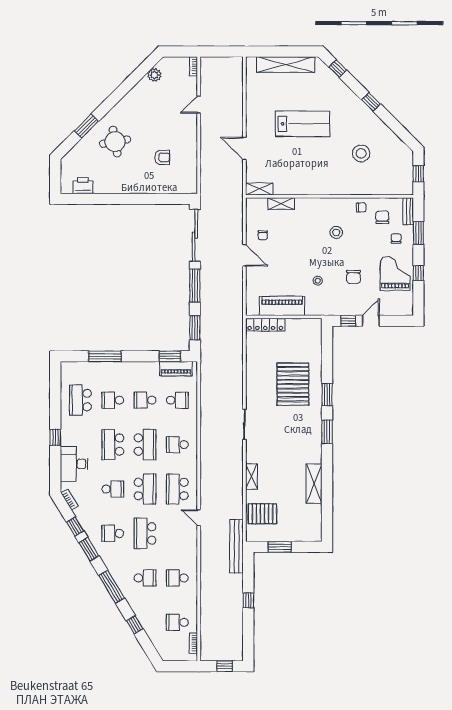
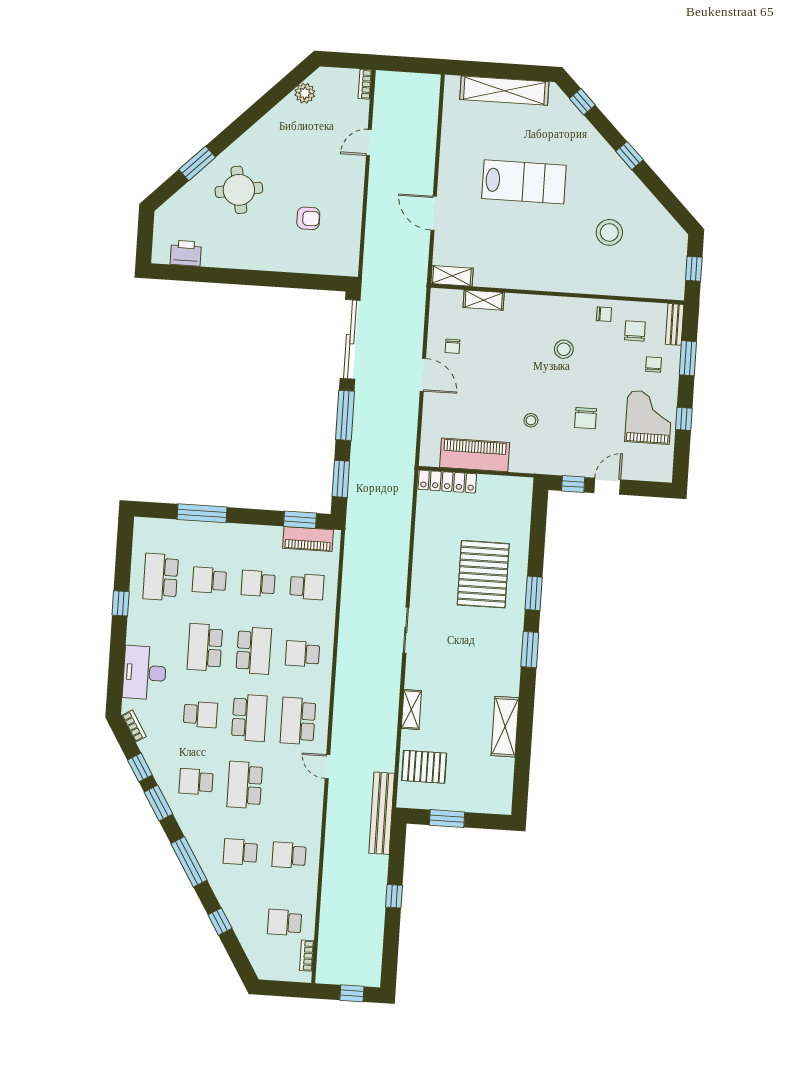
window: (55, 437) -> (121, 603), moved
school desk: (145, 578) -> (240, 852), turned 180

